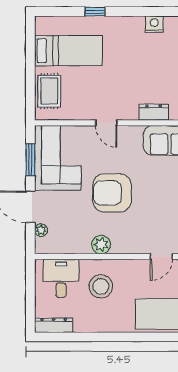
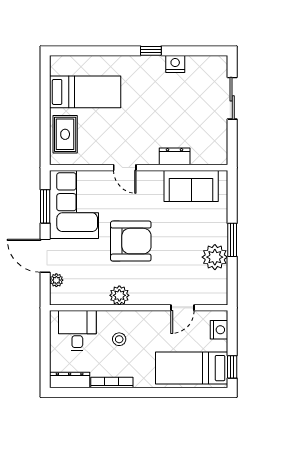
window: (95, 12) -> (151, 51), moved
armchair: (112, 193) -> (131, 241), turned 180
stool: (101, 286) -> (119, 339), width x0.53, depth x0.53
bookcase: (94, 328) -> (112, 382), added

